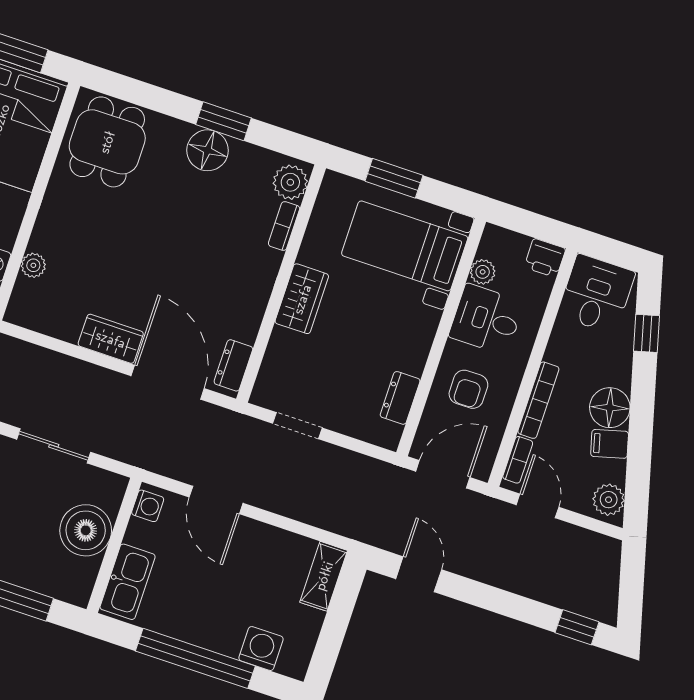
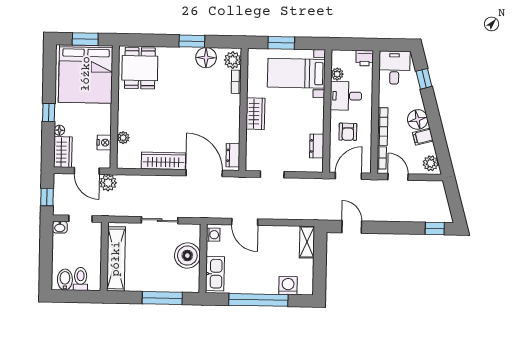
floor lamp: (208, 150) -> (206, 58), moved
wardrobe: (111, 339) -> (163, 161), width x1.50

